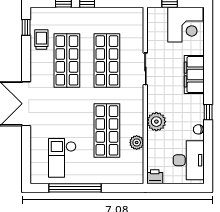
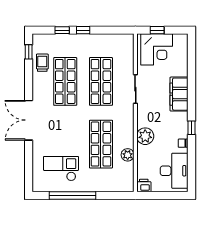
corner desk: (185, 25) -> (157, 49), moved
checkout: (62, 158) -> (61, 169), turned 90

